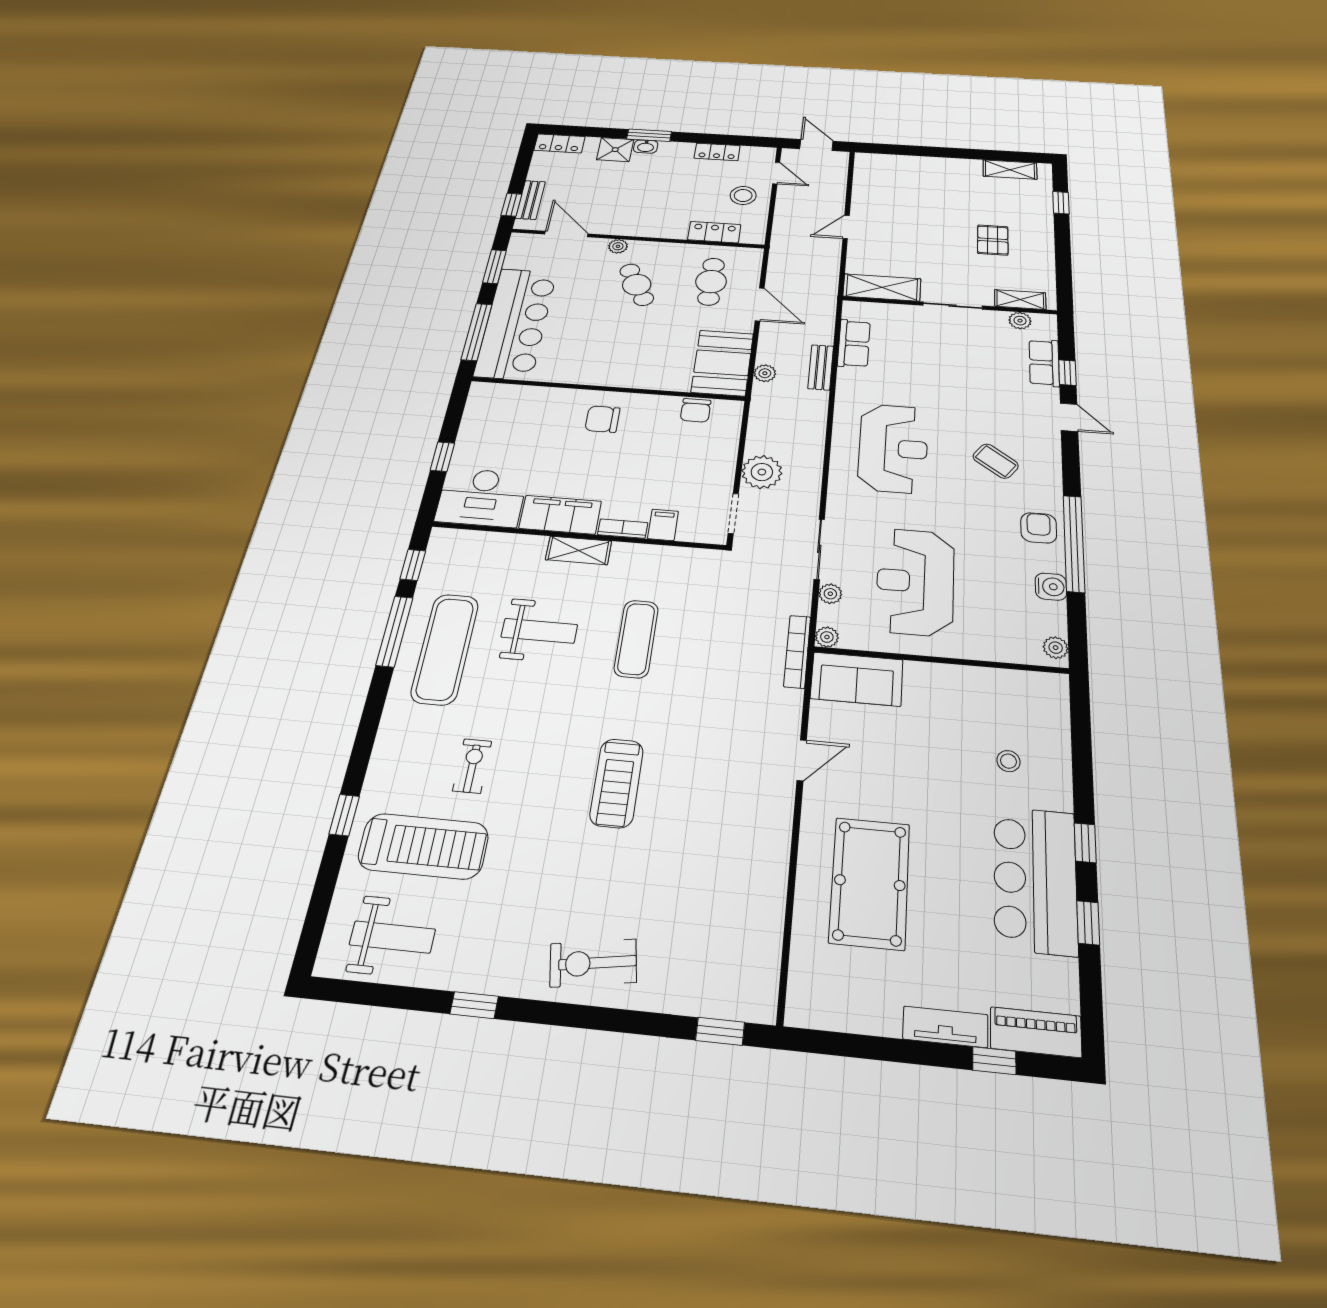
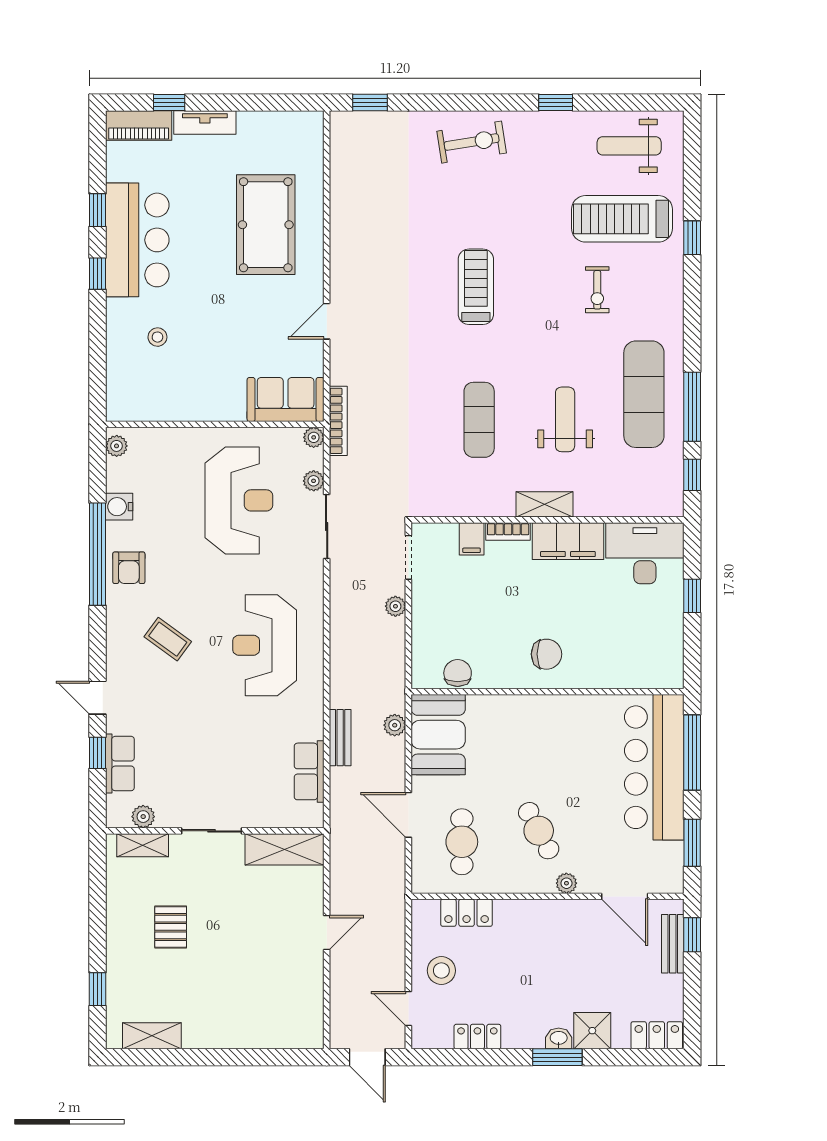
plant: (762, 472) -> (395, 606), width x0.53, depth x0.53
weight bench: (539, 631) -> (565, 419), turned 90

